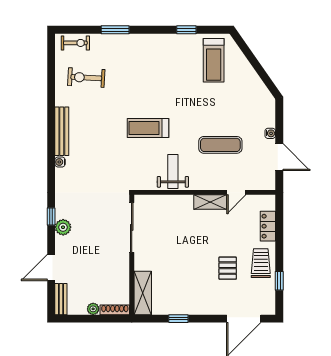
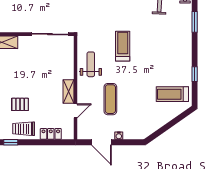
door: (279, 157) -> (101, 142), hinge flipped
weight bench: (173, 172) -> (91, 64), turned -90
door: (236, 192) -> (75, 111), swing flipped
trolley: (261, 263) -> (24, 129), turned 180

